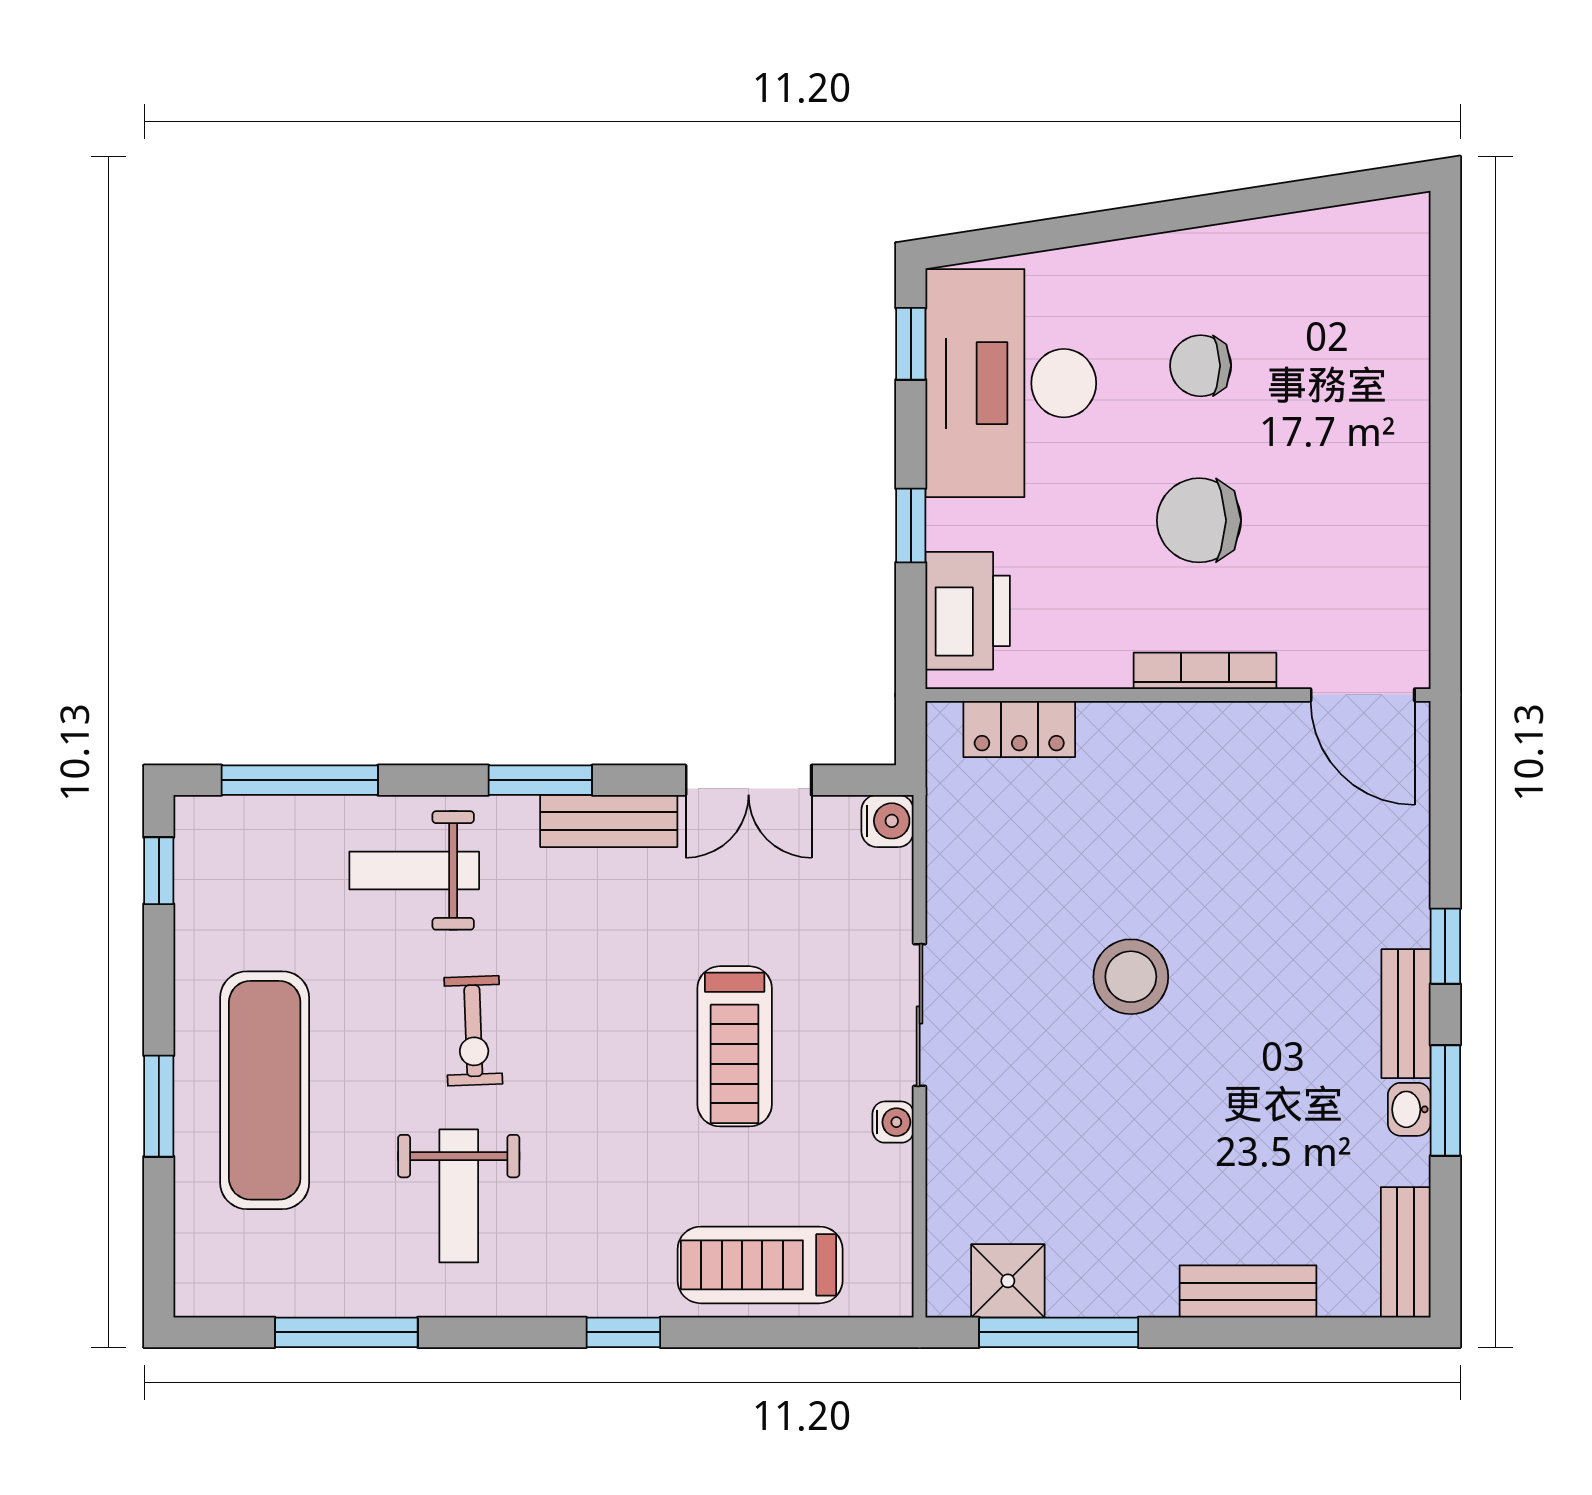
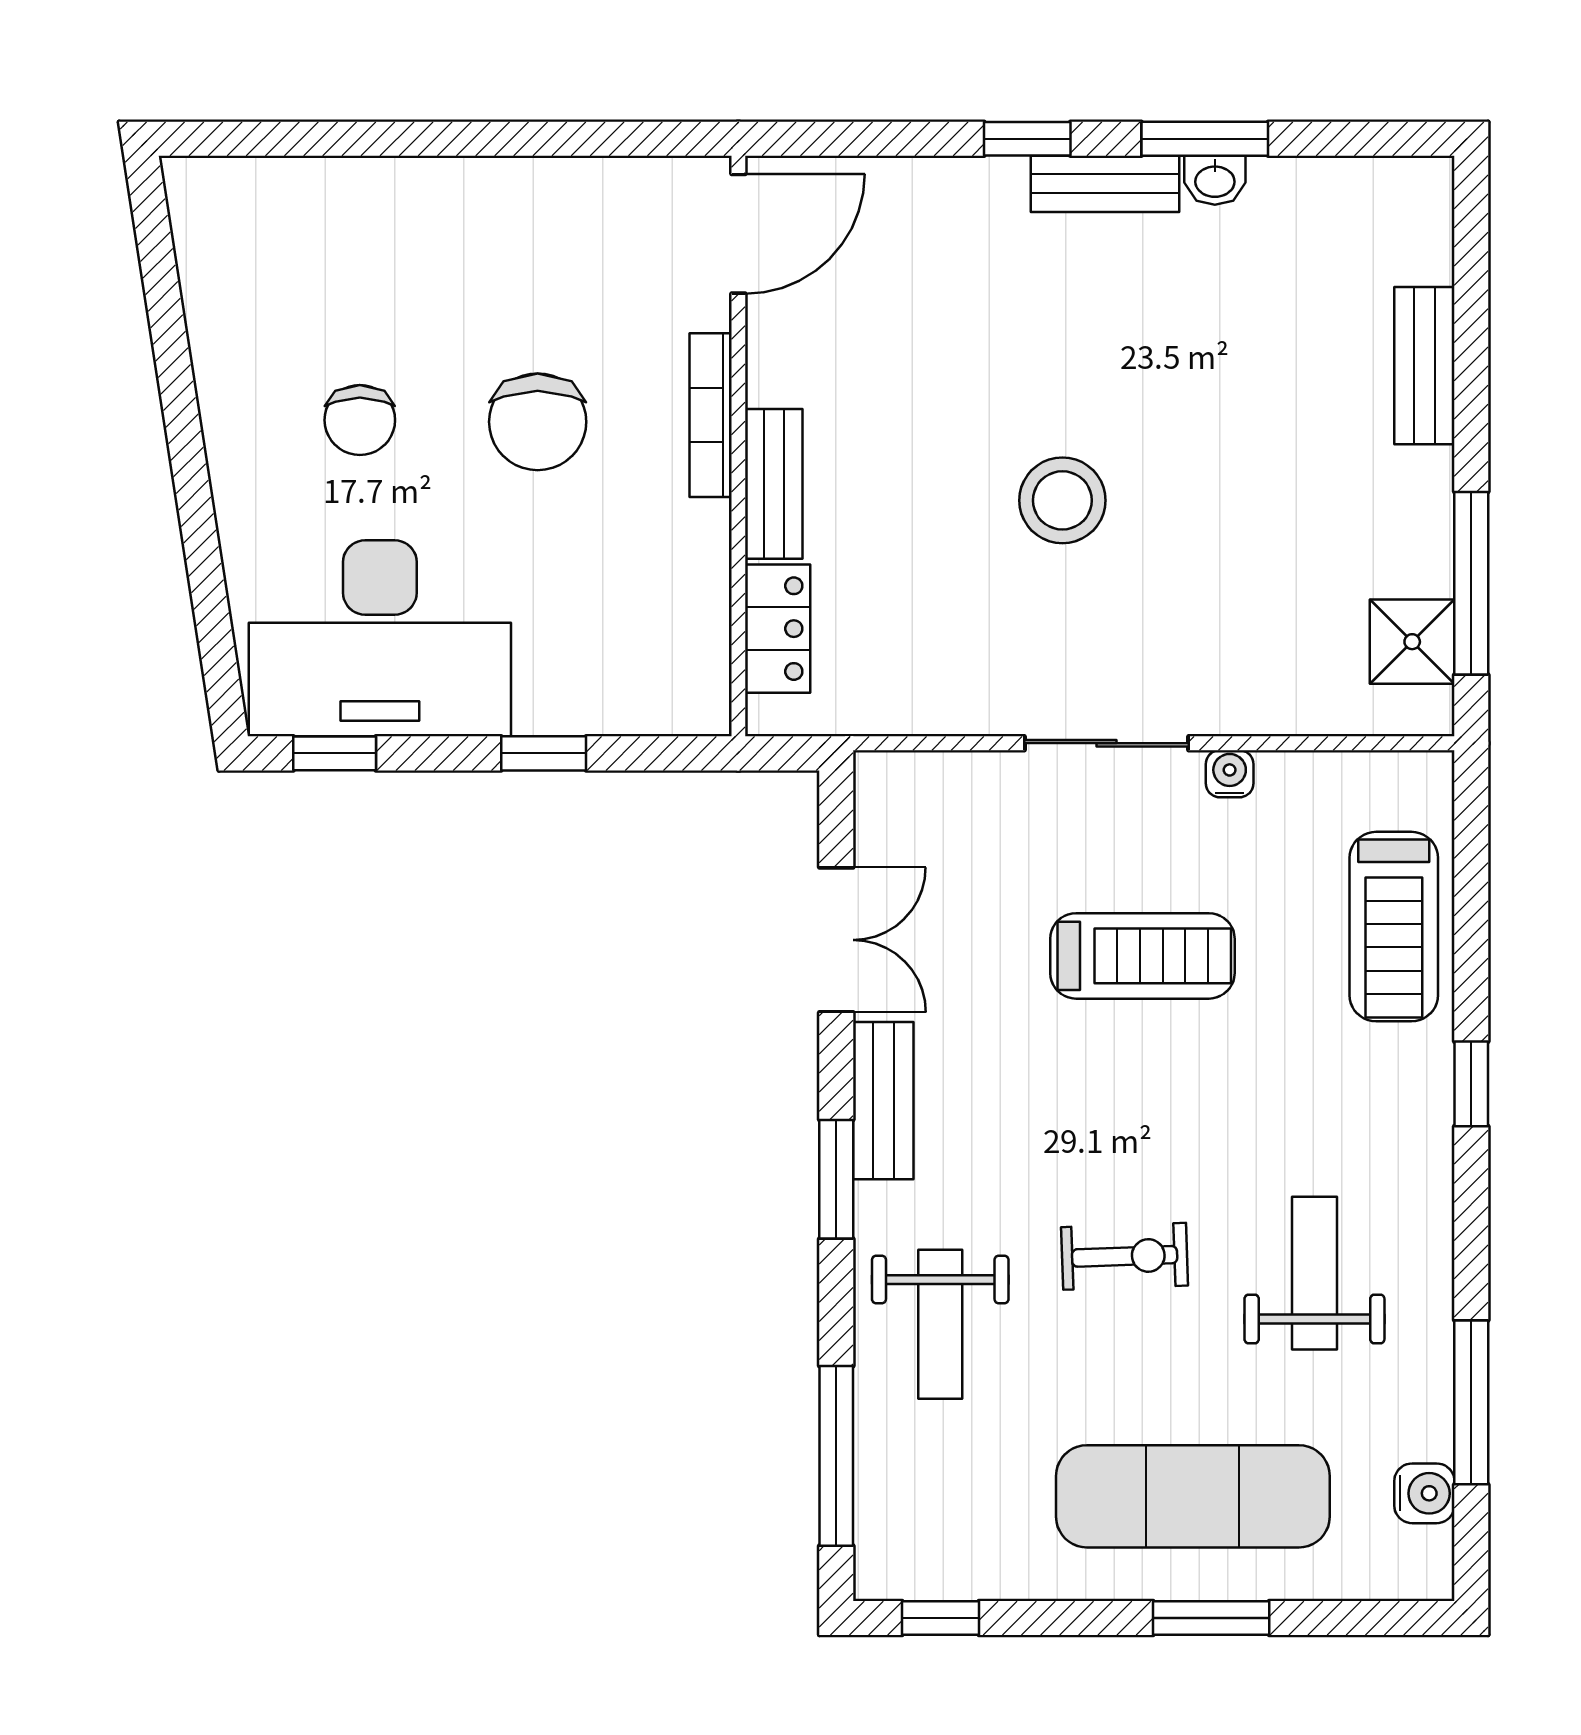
printer: (968, 611) -> (642, 688), removed
water cooler: (888, 821) -> (1424, 1493), moved, turned 90
weight bench: (459, 1196) -> (1314, 1273), turned -90
bench: (1406, 1252) -> (774, 484), moved, turned 90

